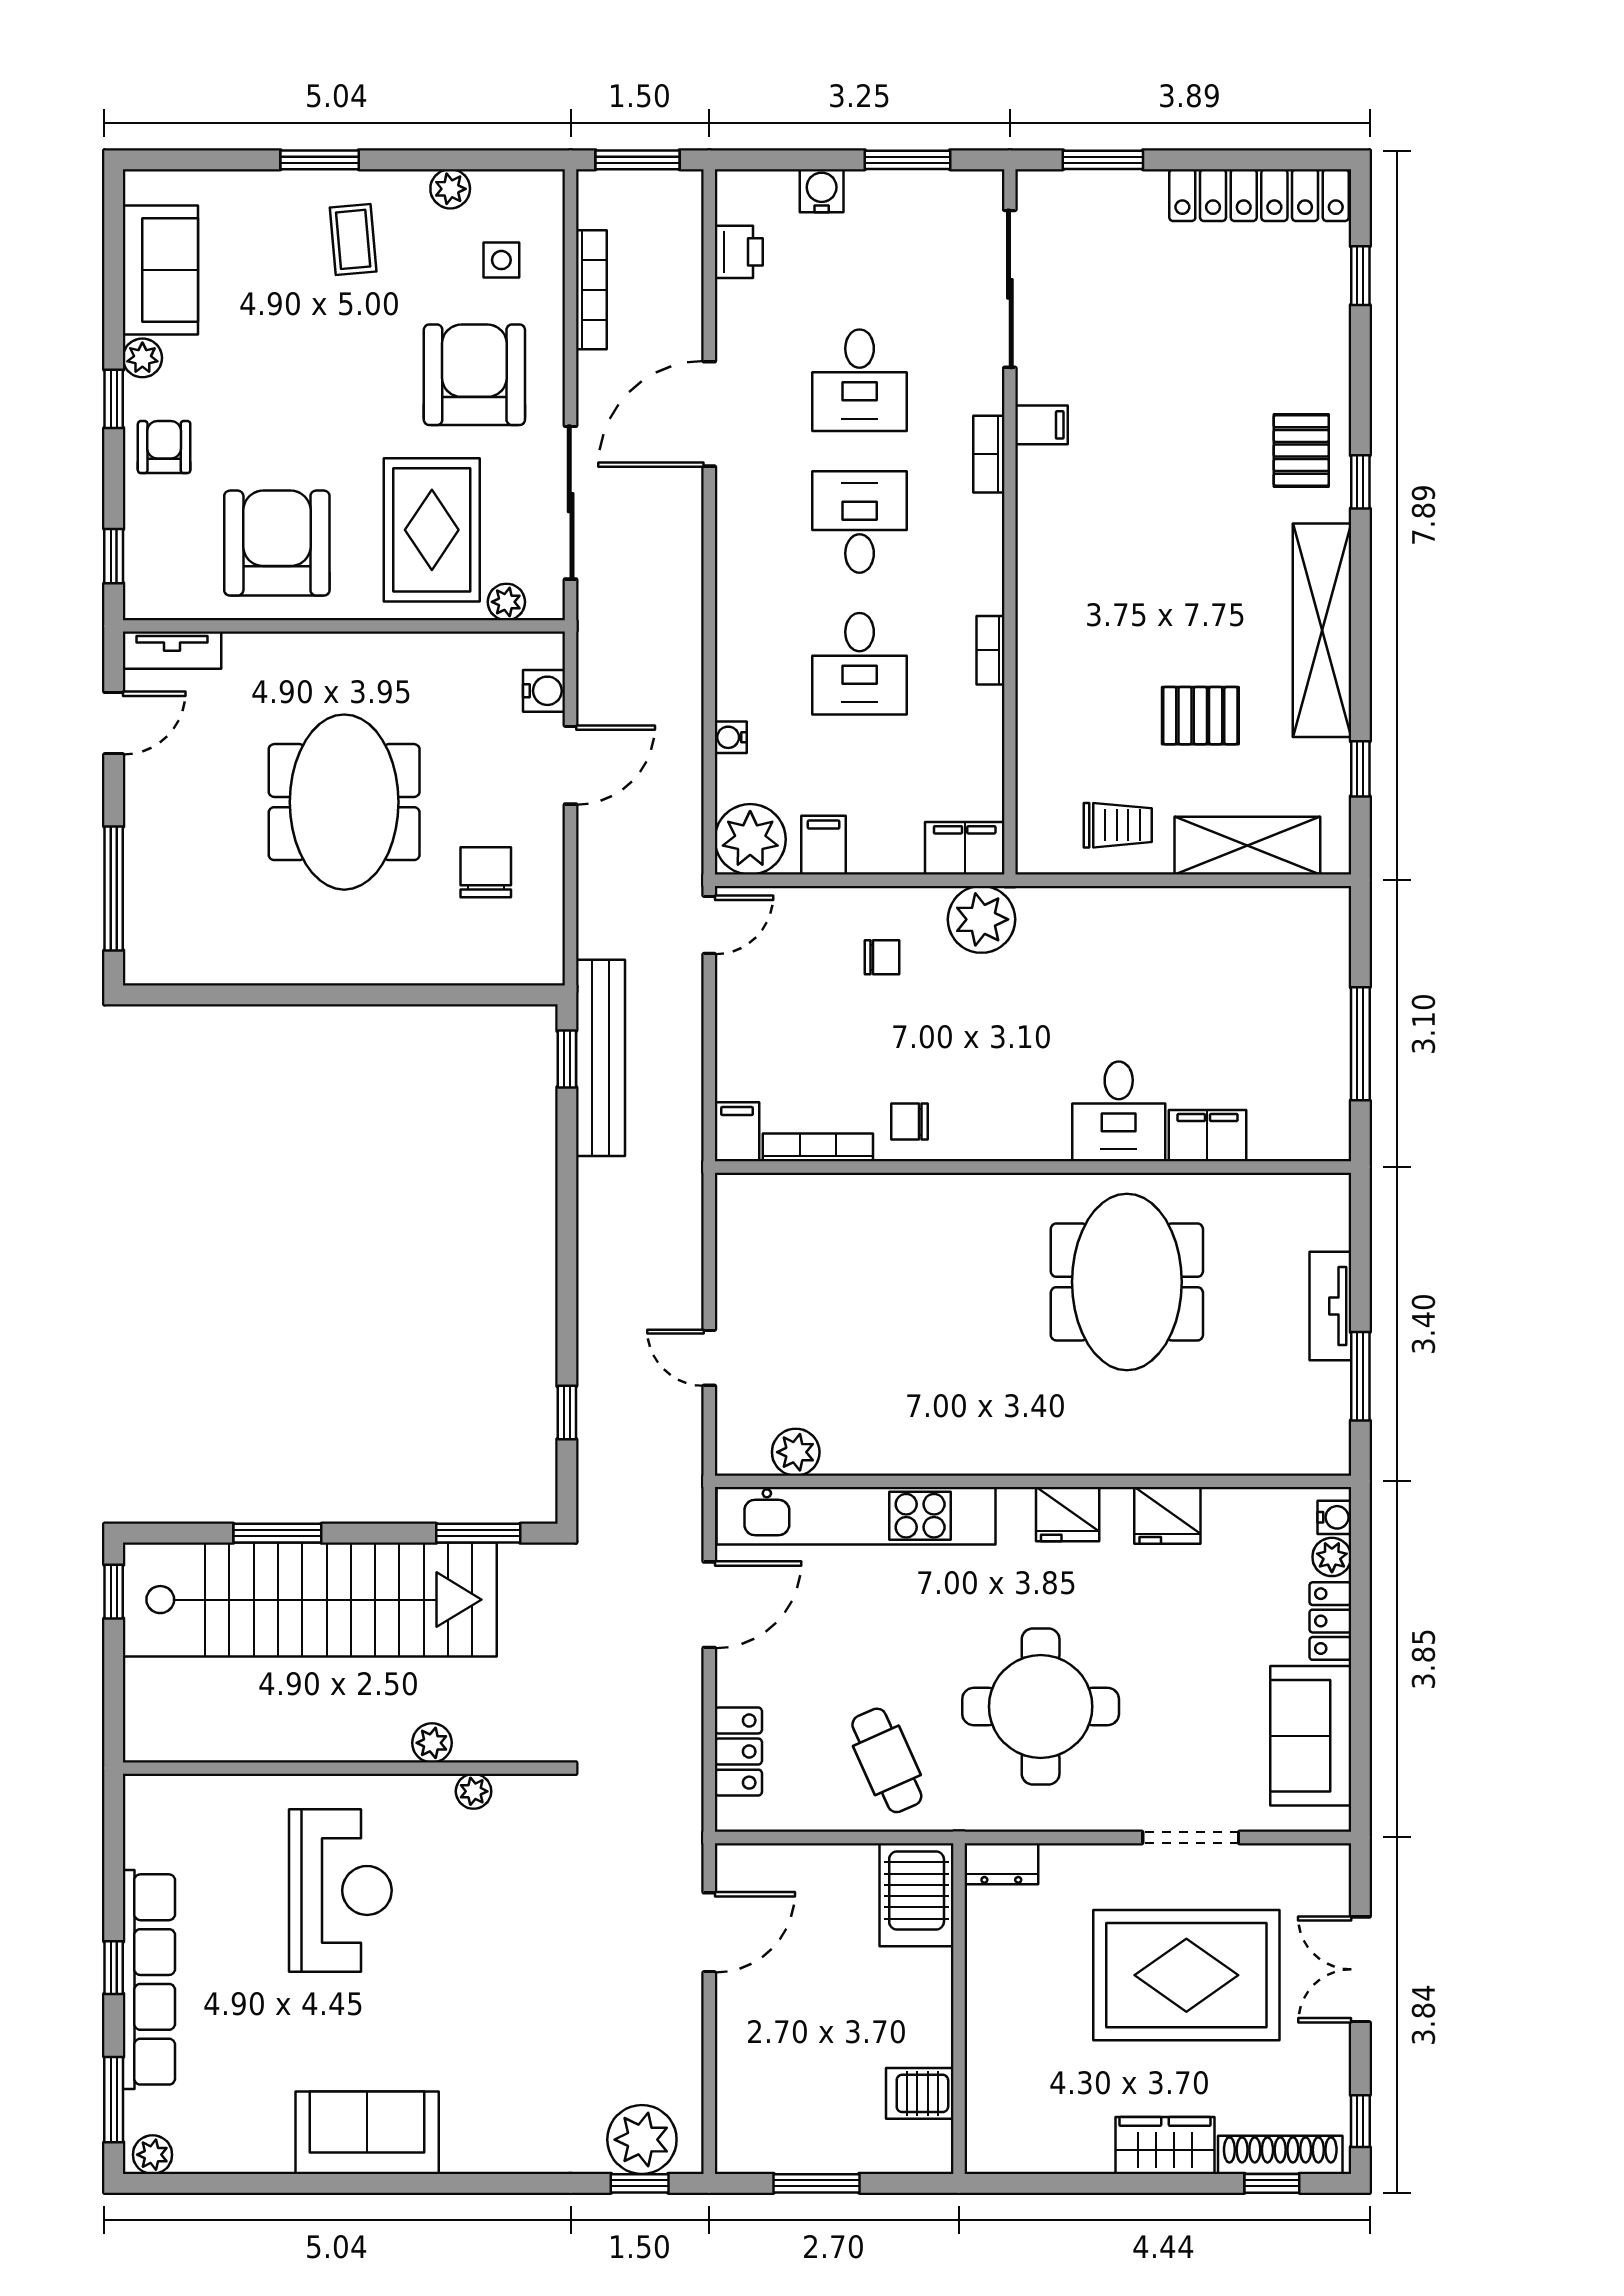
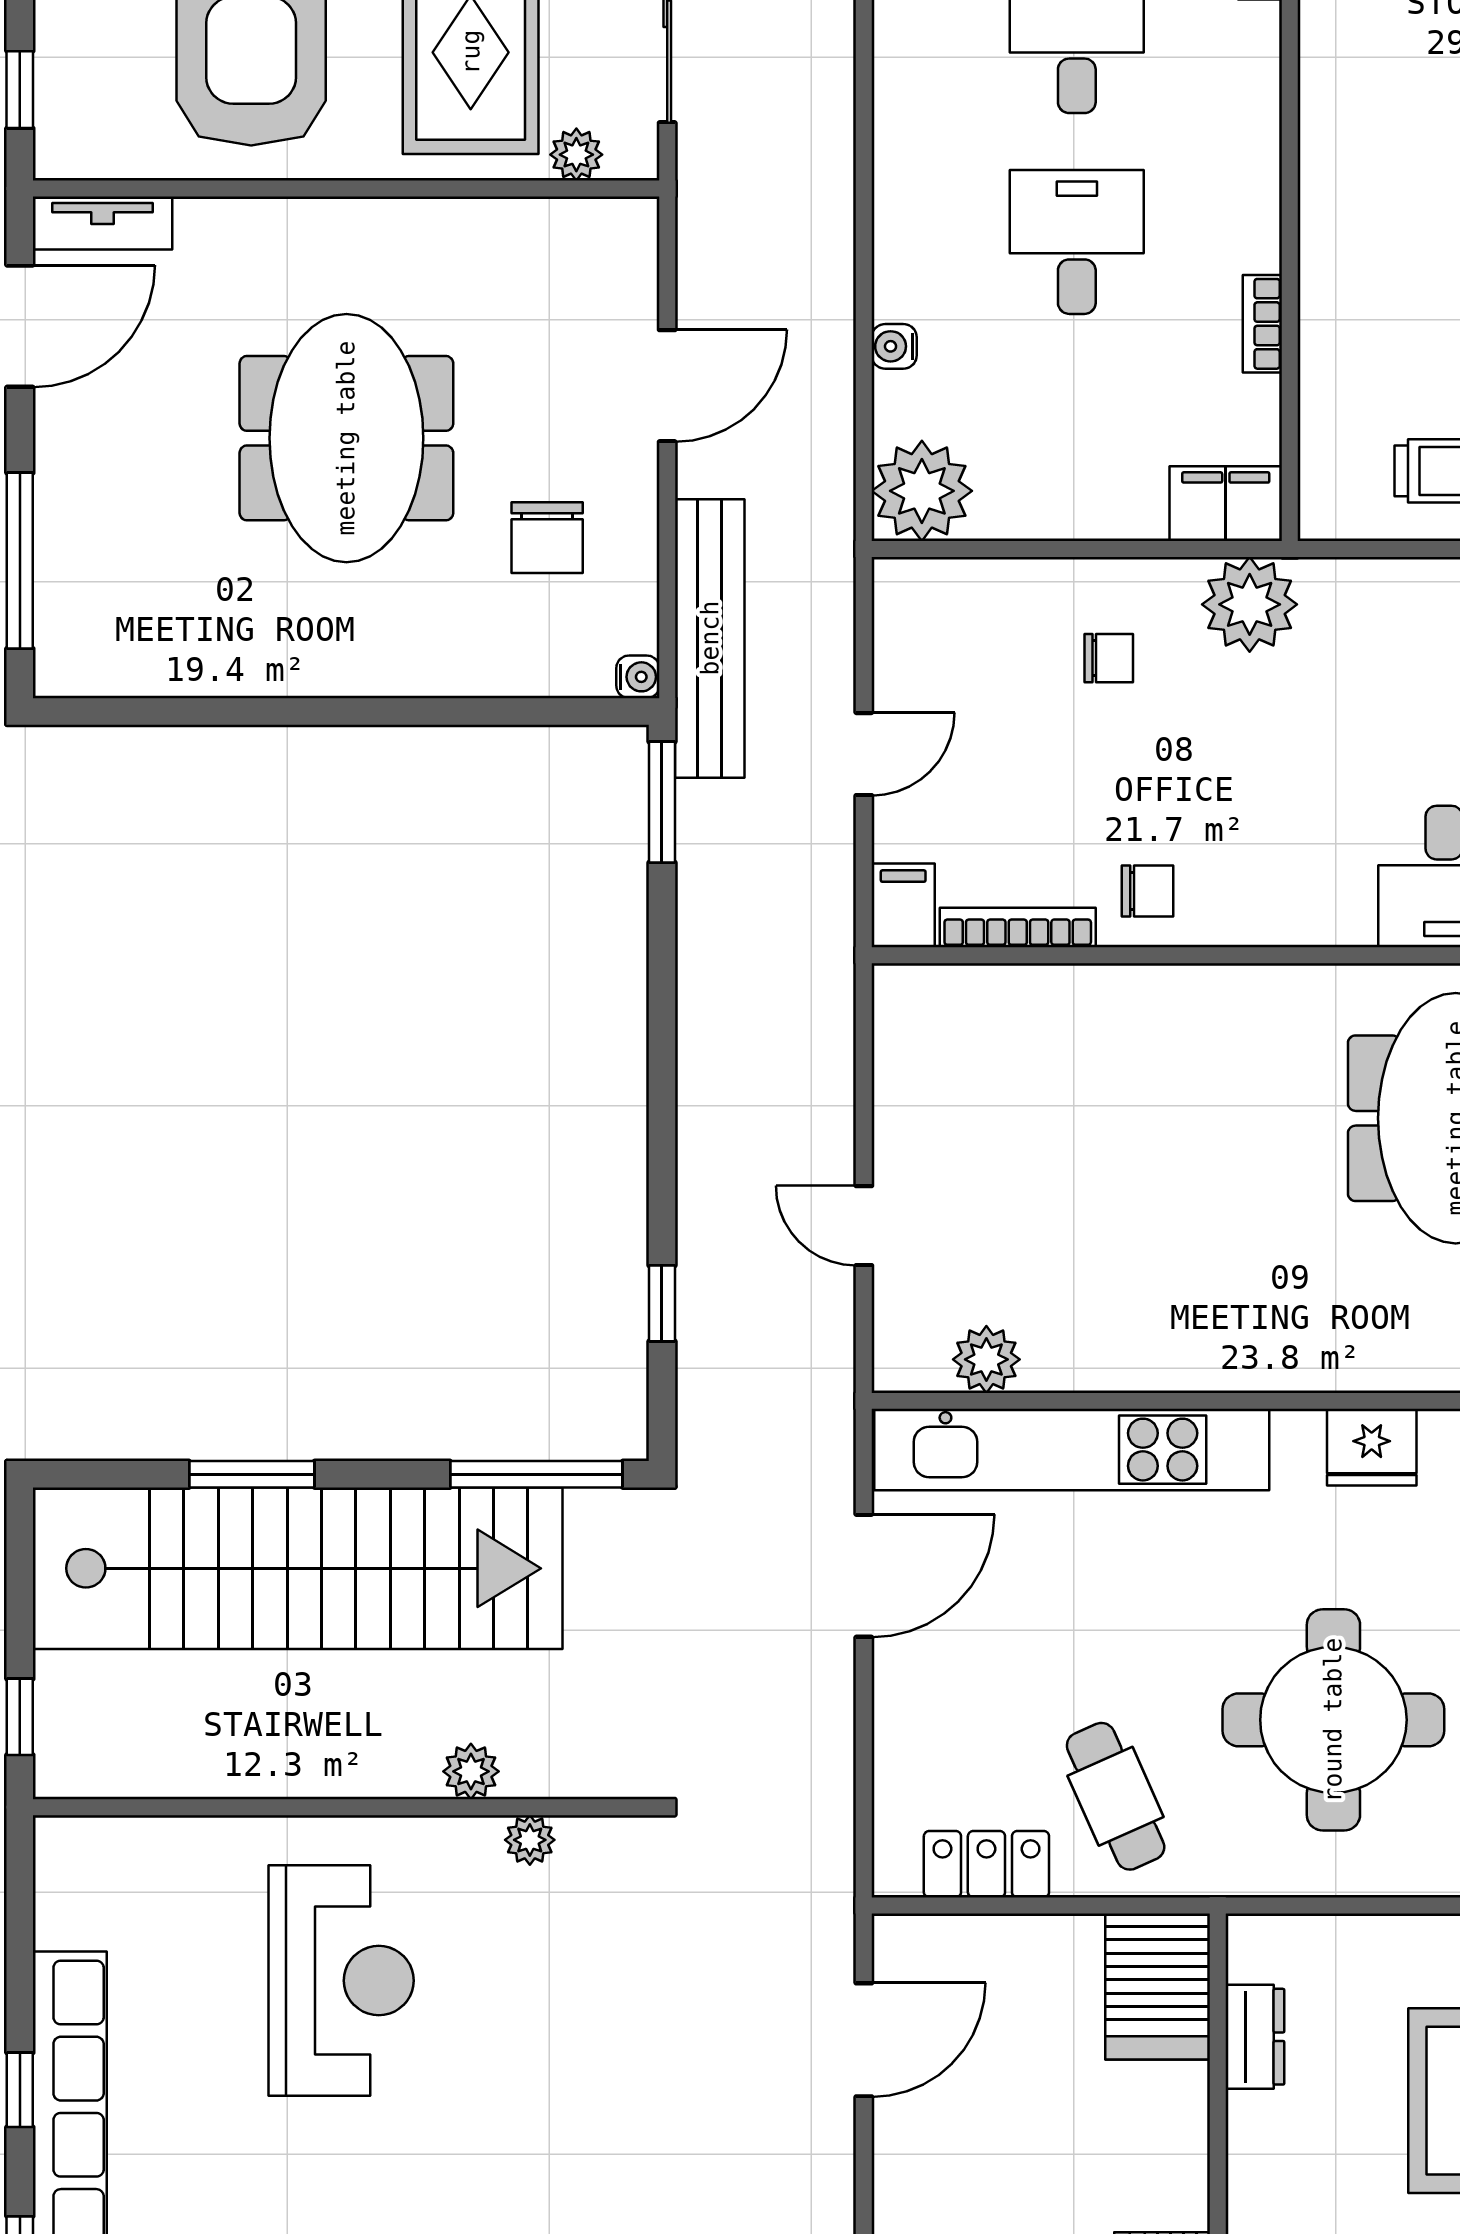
bookcase: (990, 650) -> (1262, 324), moved
desk: (860, 664) -> (1077, 242), turned 180
water cooler: (544, 691) -> (638, 677), moved, width x0.72, depth x0.72
door: (114, 723) -> (20, 326), width x1.38
filing cabinet: (824, 845) -> (1026, 499), removed
chair: (486, 872) -> (547, 538), turned 180
door: (709, 925) -> (864, 754), moved
bench: (601, 1058) -> (710, 638), moved
window: (567, 1059) -> (662, 802), width x1.50
chair: (909, 1122) -> (1147, 891), turned 180
window: (478, 1533) -> (536, 1474), width x1.44
window: (114, 1592) -> (20, 1717), moved
locker: (738, 1752) -> (986, 1864), moved, turned -90
dresser: (1001, 1864) -> (1255, 2037), moved, turned -90

